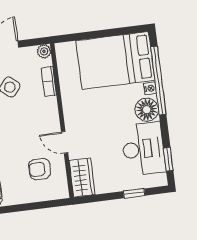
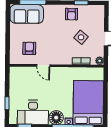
door: (65, 142) -> (43, 66), swing flipped
wardrobe: (82, 178) -> (21, 73), removed

